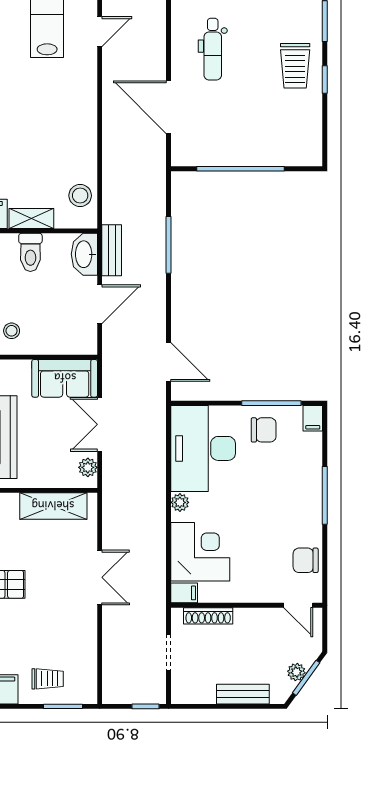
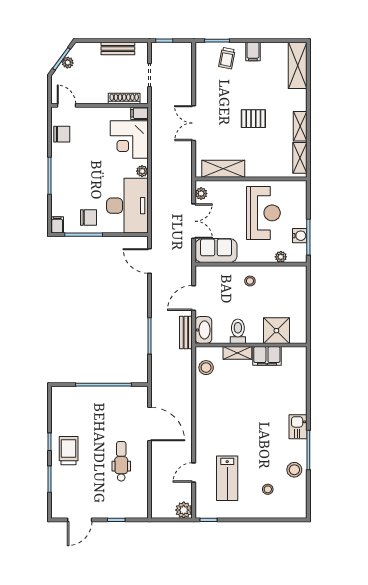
chair: (264, 430) -> (89, 218), turned 180
trolley: (48, 679) -> (227, 58), turned -79
bench: (243, 694) -> (118, 48), moved

